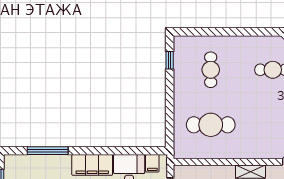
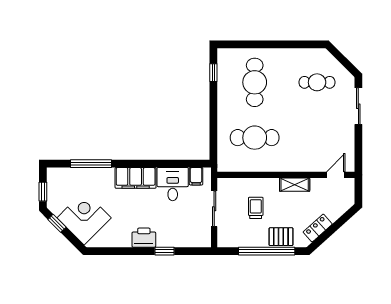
cafe table: (211, 70) -> (255, 82), width x1.37, depth x1.35

